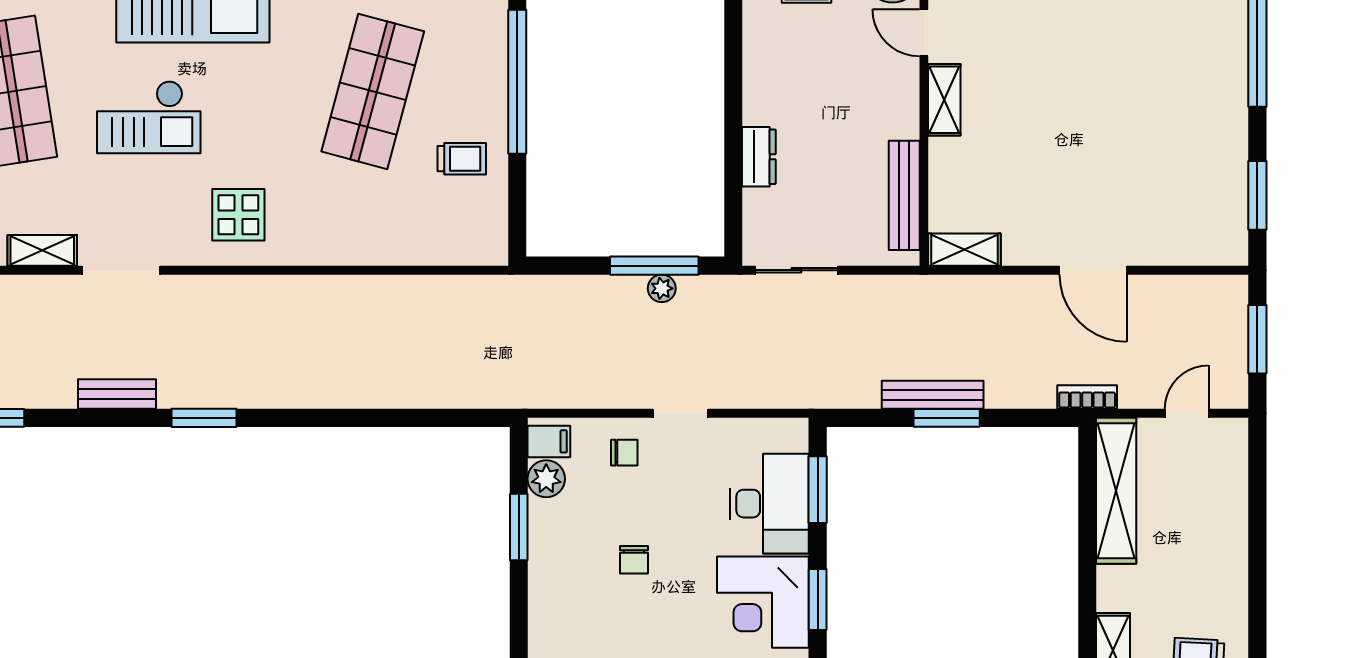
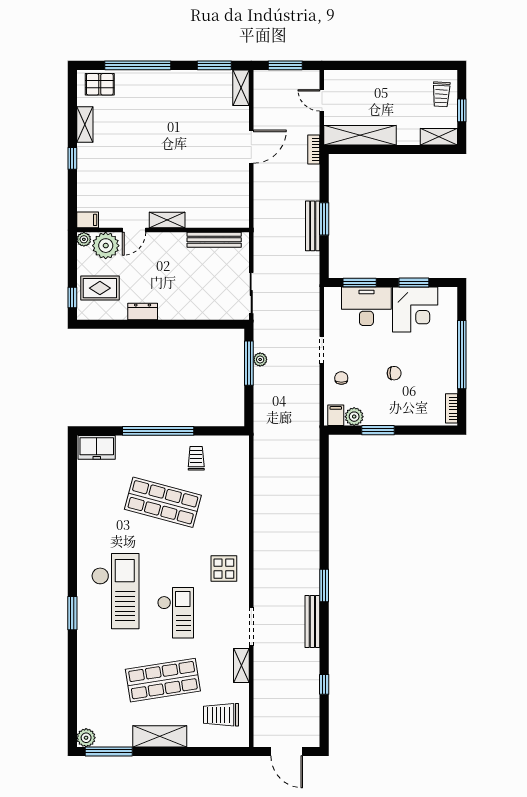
dresser: (759, 157) -> (143, 312), moved
shelving: (964, 250) -> (241, 88), moved
bench: (117, 394) -> (312, 622), width x1.36

